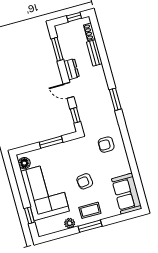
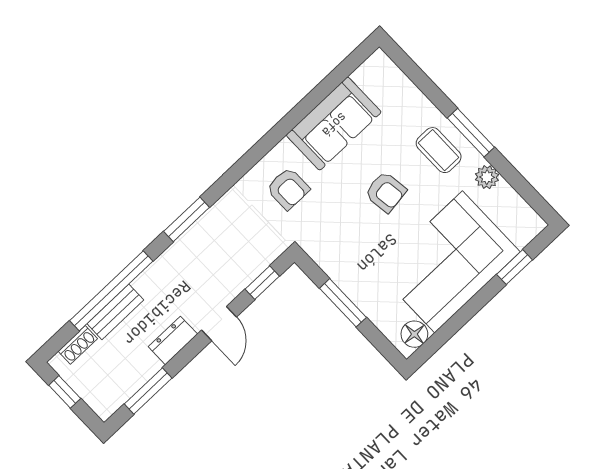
window: (103, 56) -> (111, 291), added
sofa: (127, 194) -> (334, 124), moved

